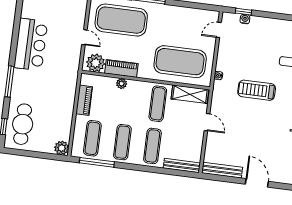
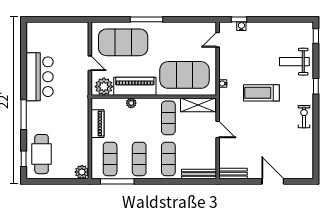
piano: (121, 68) -> (135, 86), width x1.37, depth x1.33
bench: (222, 170) -> (233, 174), width x0.73

